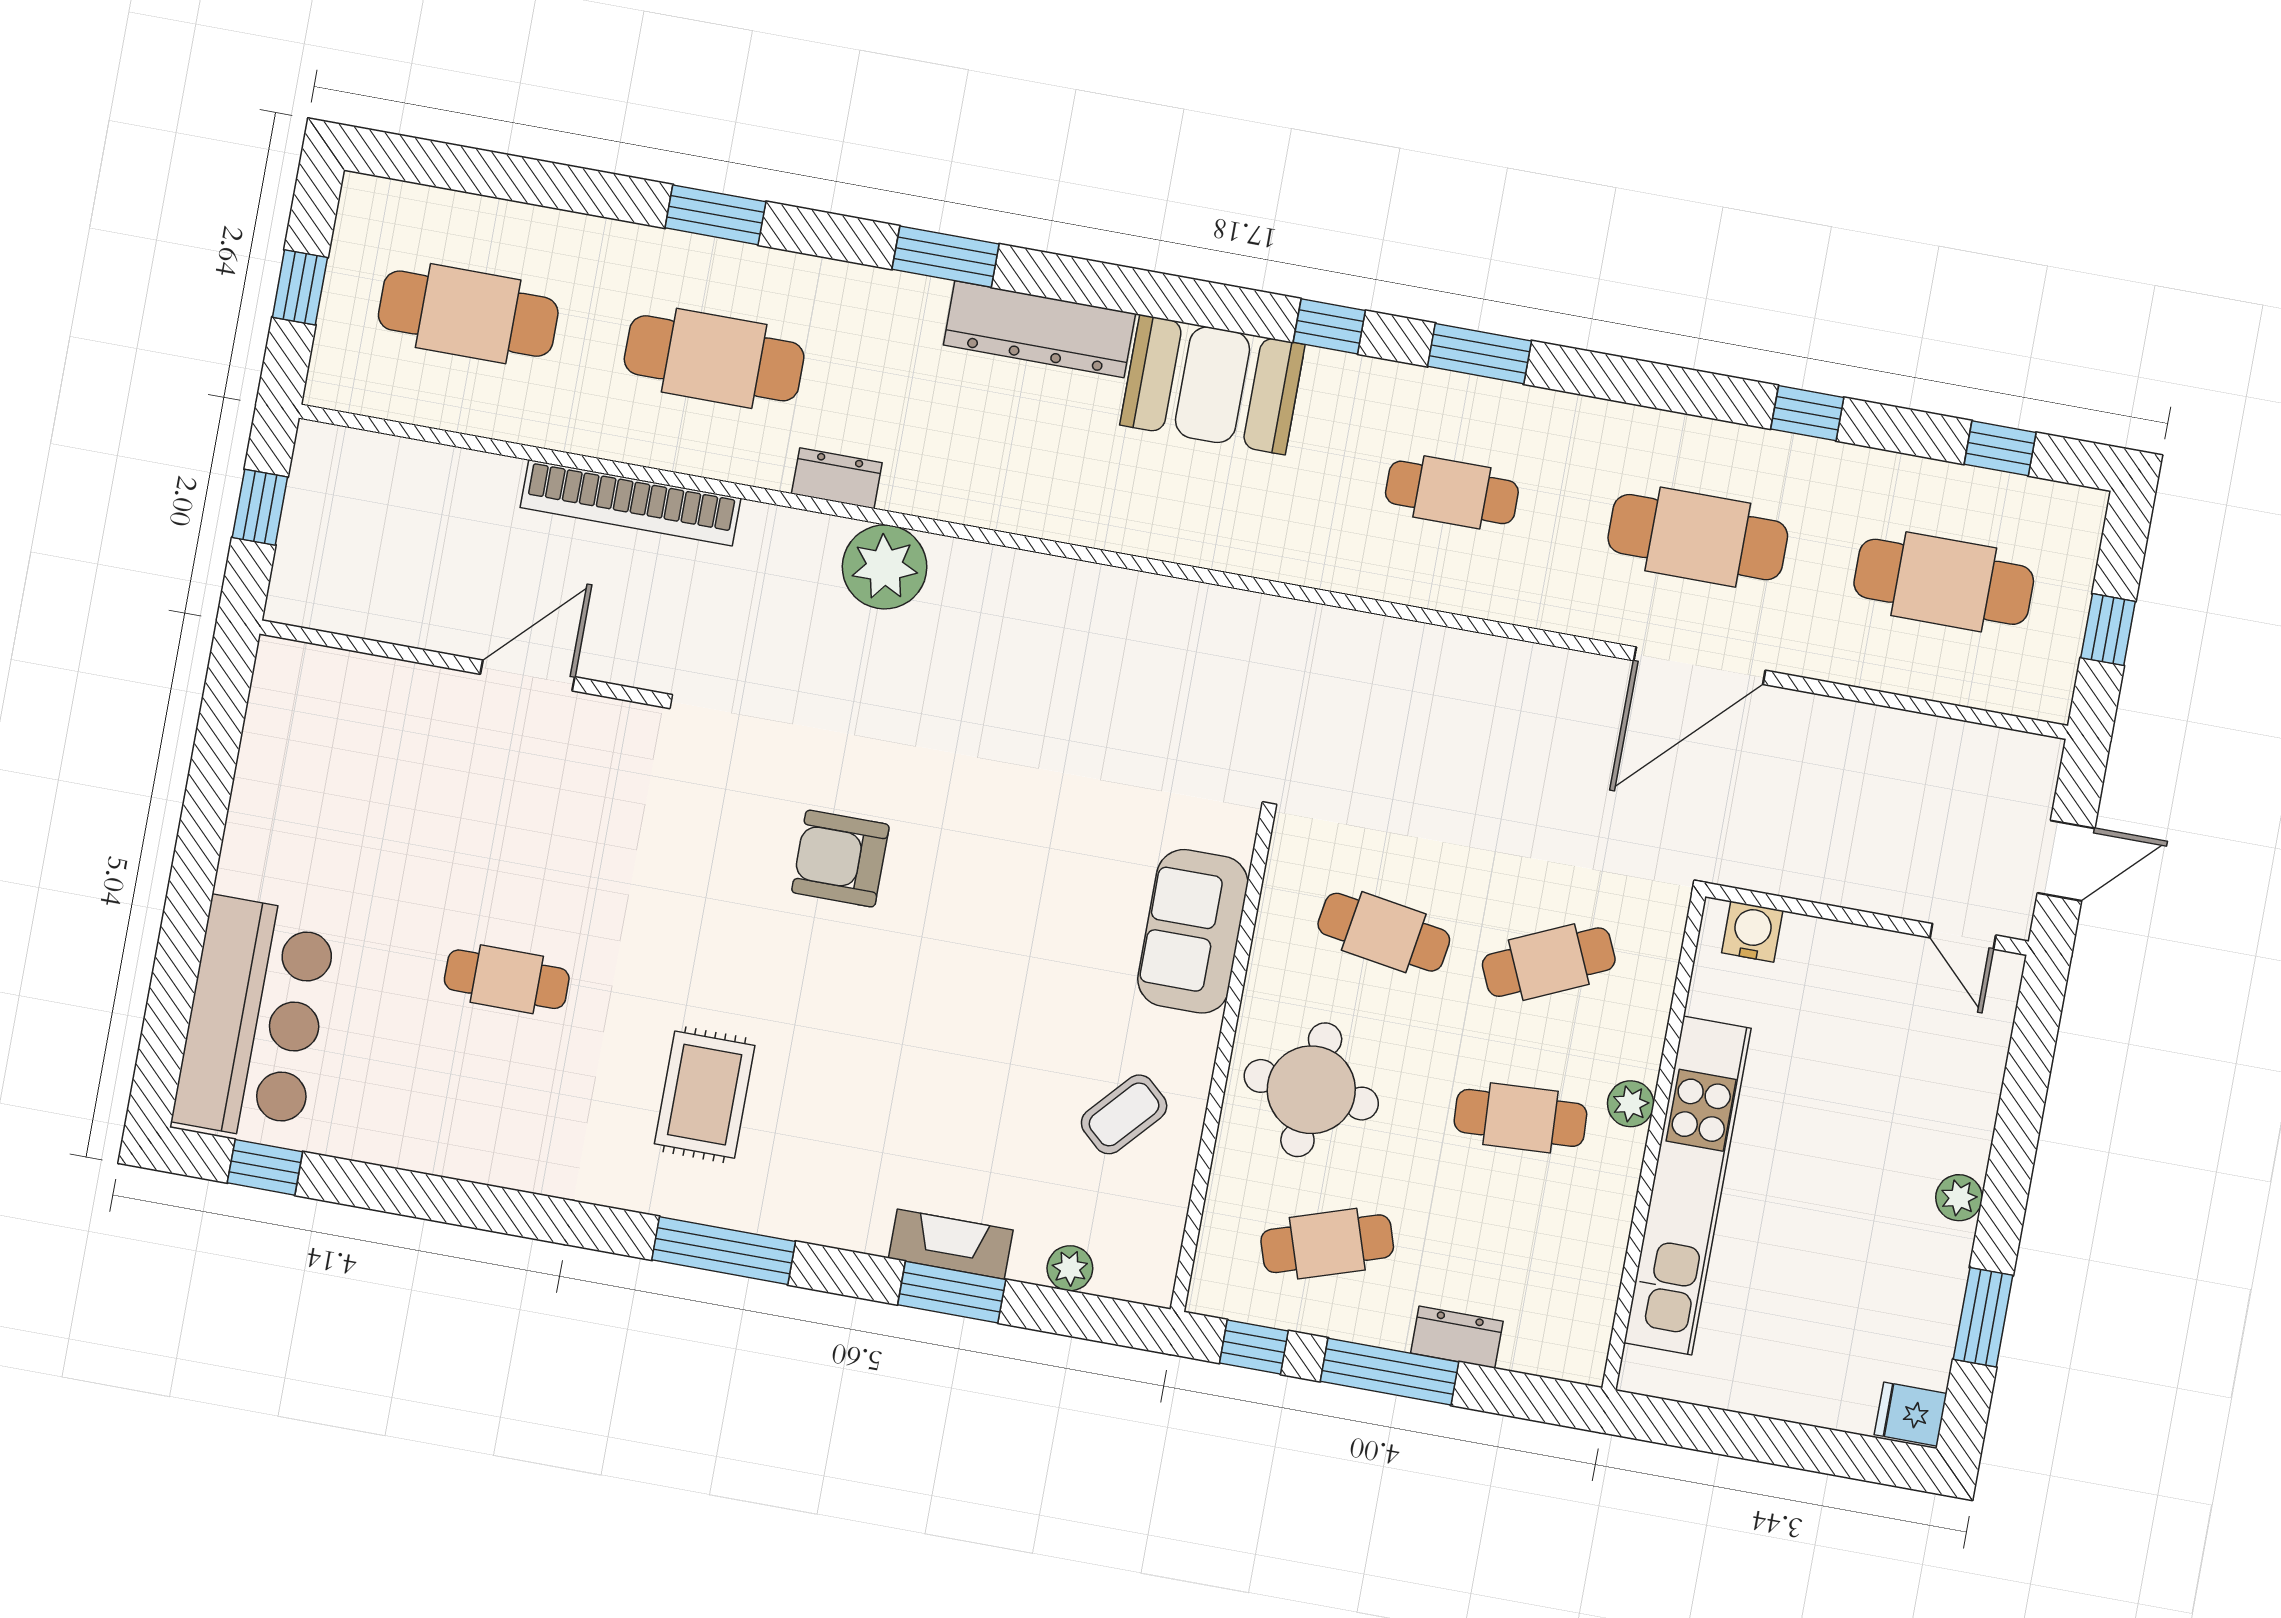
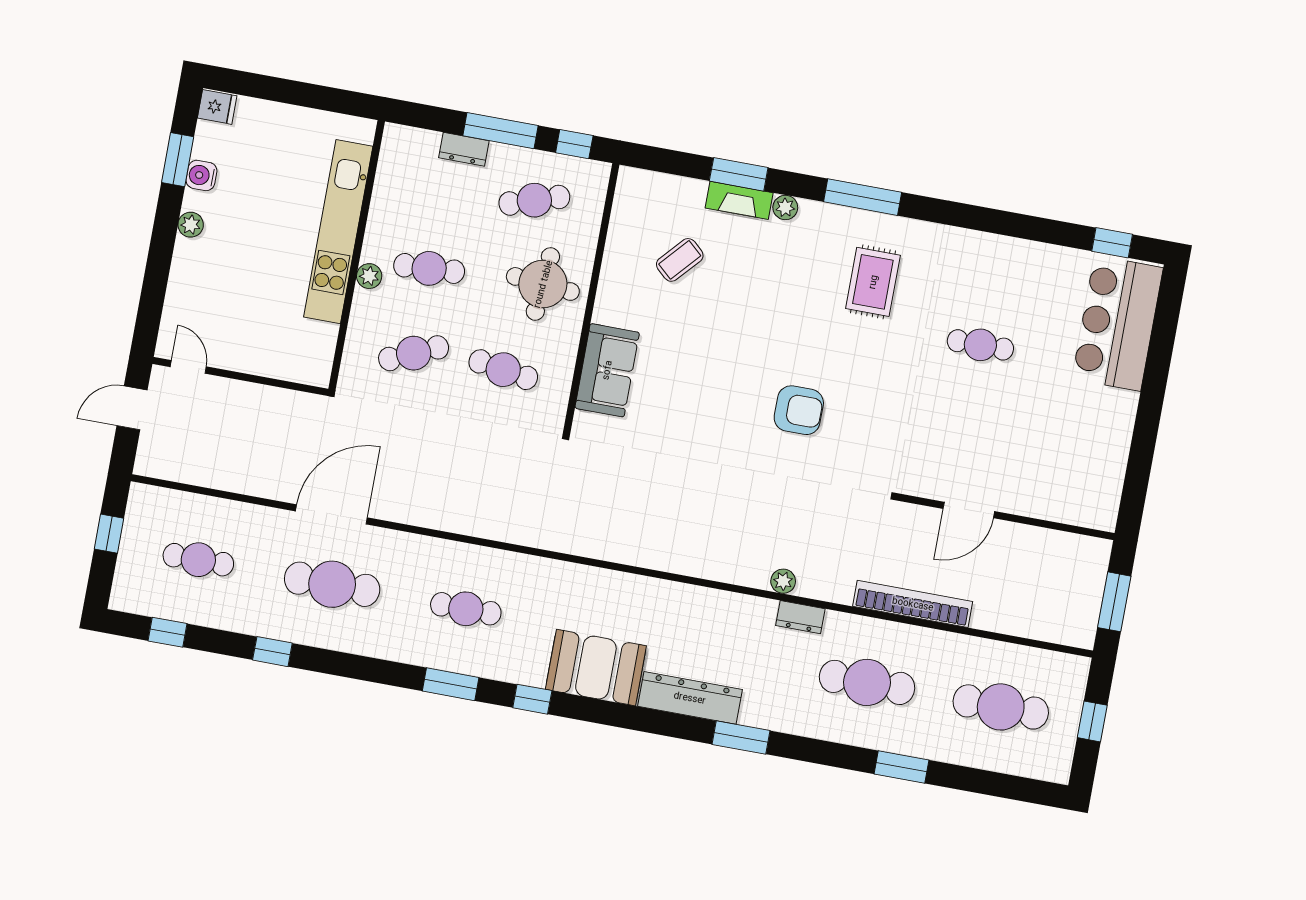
window: (715, 215) -> (902, 767), moved
window: (260, 507) -> (1114, 602), width x1.50
plant: (885, 567) -> (783, 581), width x0.53, depth x0.53
cafe table: (1944, 582) -> (198, 560), width x0.73, depth x0.74
water cooler: (1752, 932) -> (201, 175), moved, turned 90
coffee table: (1124, 1114) -> (680, 260), moved
plant: (1070, 1268) -> (785, 207), moved

